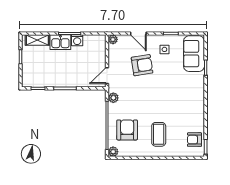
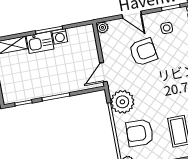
plant: (113, 98) -> (122, 102), width x1.87, depth x1.87
armchair: (127, 130) -> (140, 133), turned -88

